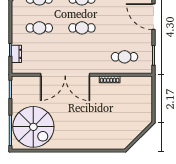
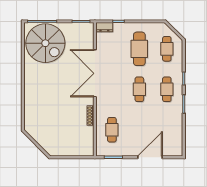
cafe table: (39, 28) -> (139, 49), width x1.37, depth x1.35
dresser: (16, 54) -> (104, 27), moved
spiral stairs: (33, 127) -> (45, 43), turned -90

